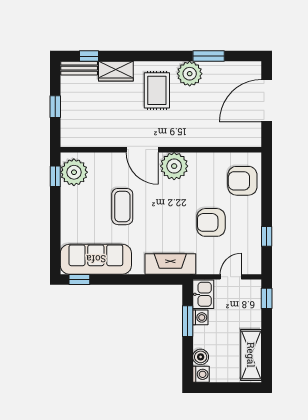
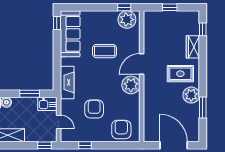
bench: (79, 68) -> (195, 23), removed
washing machine: (200, 317) -> (32, 102), removed

